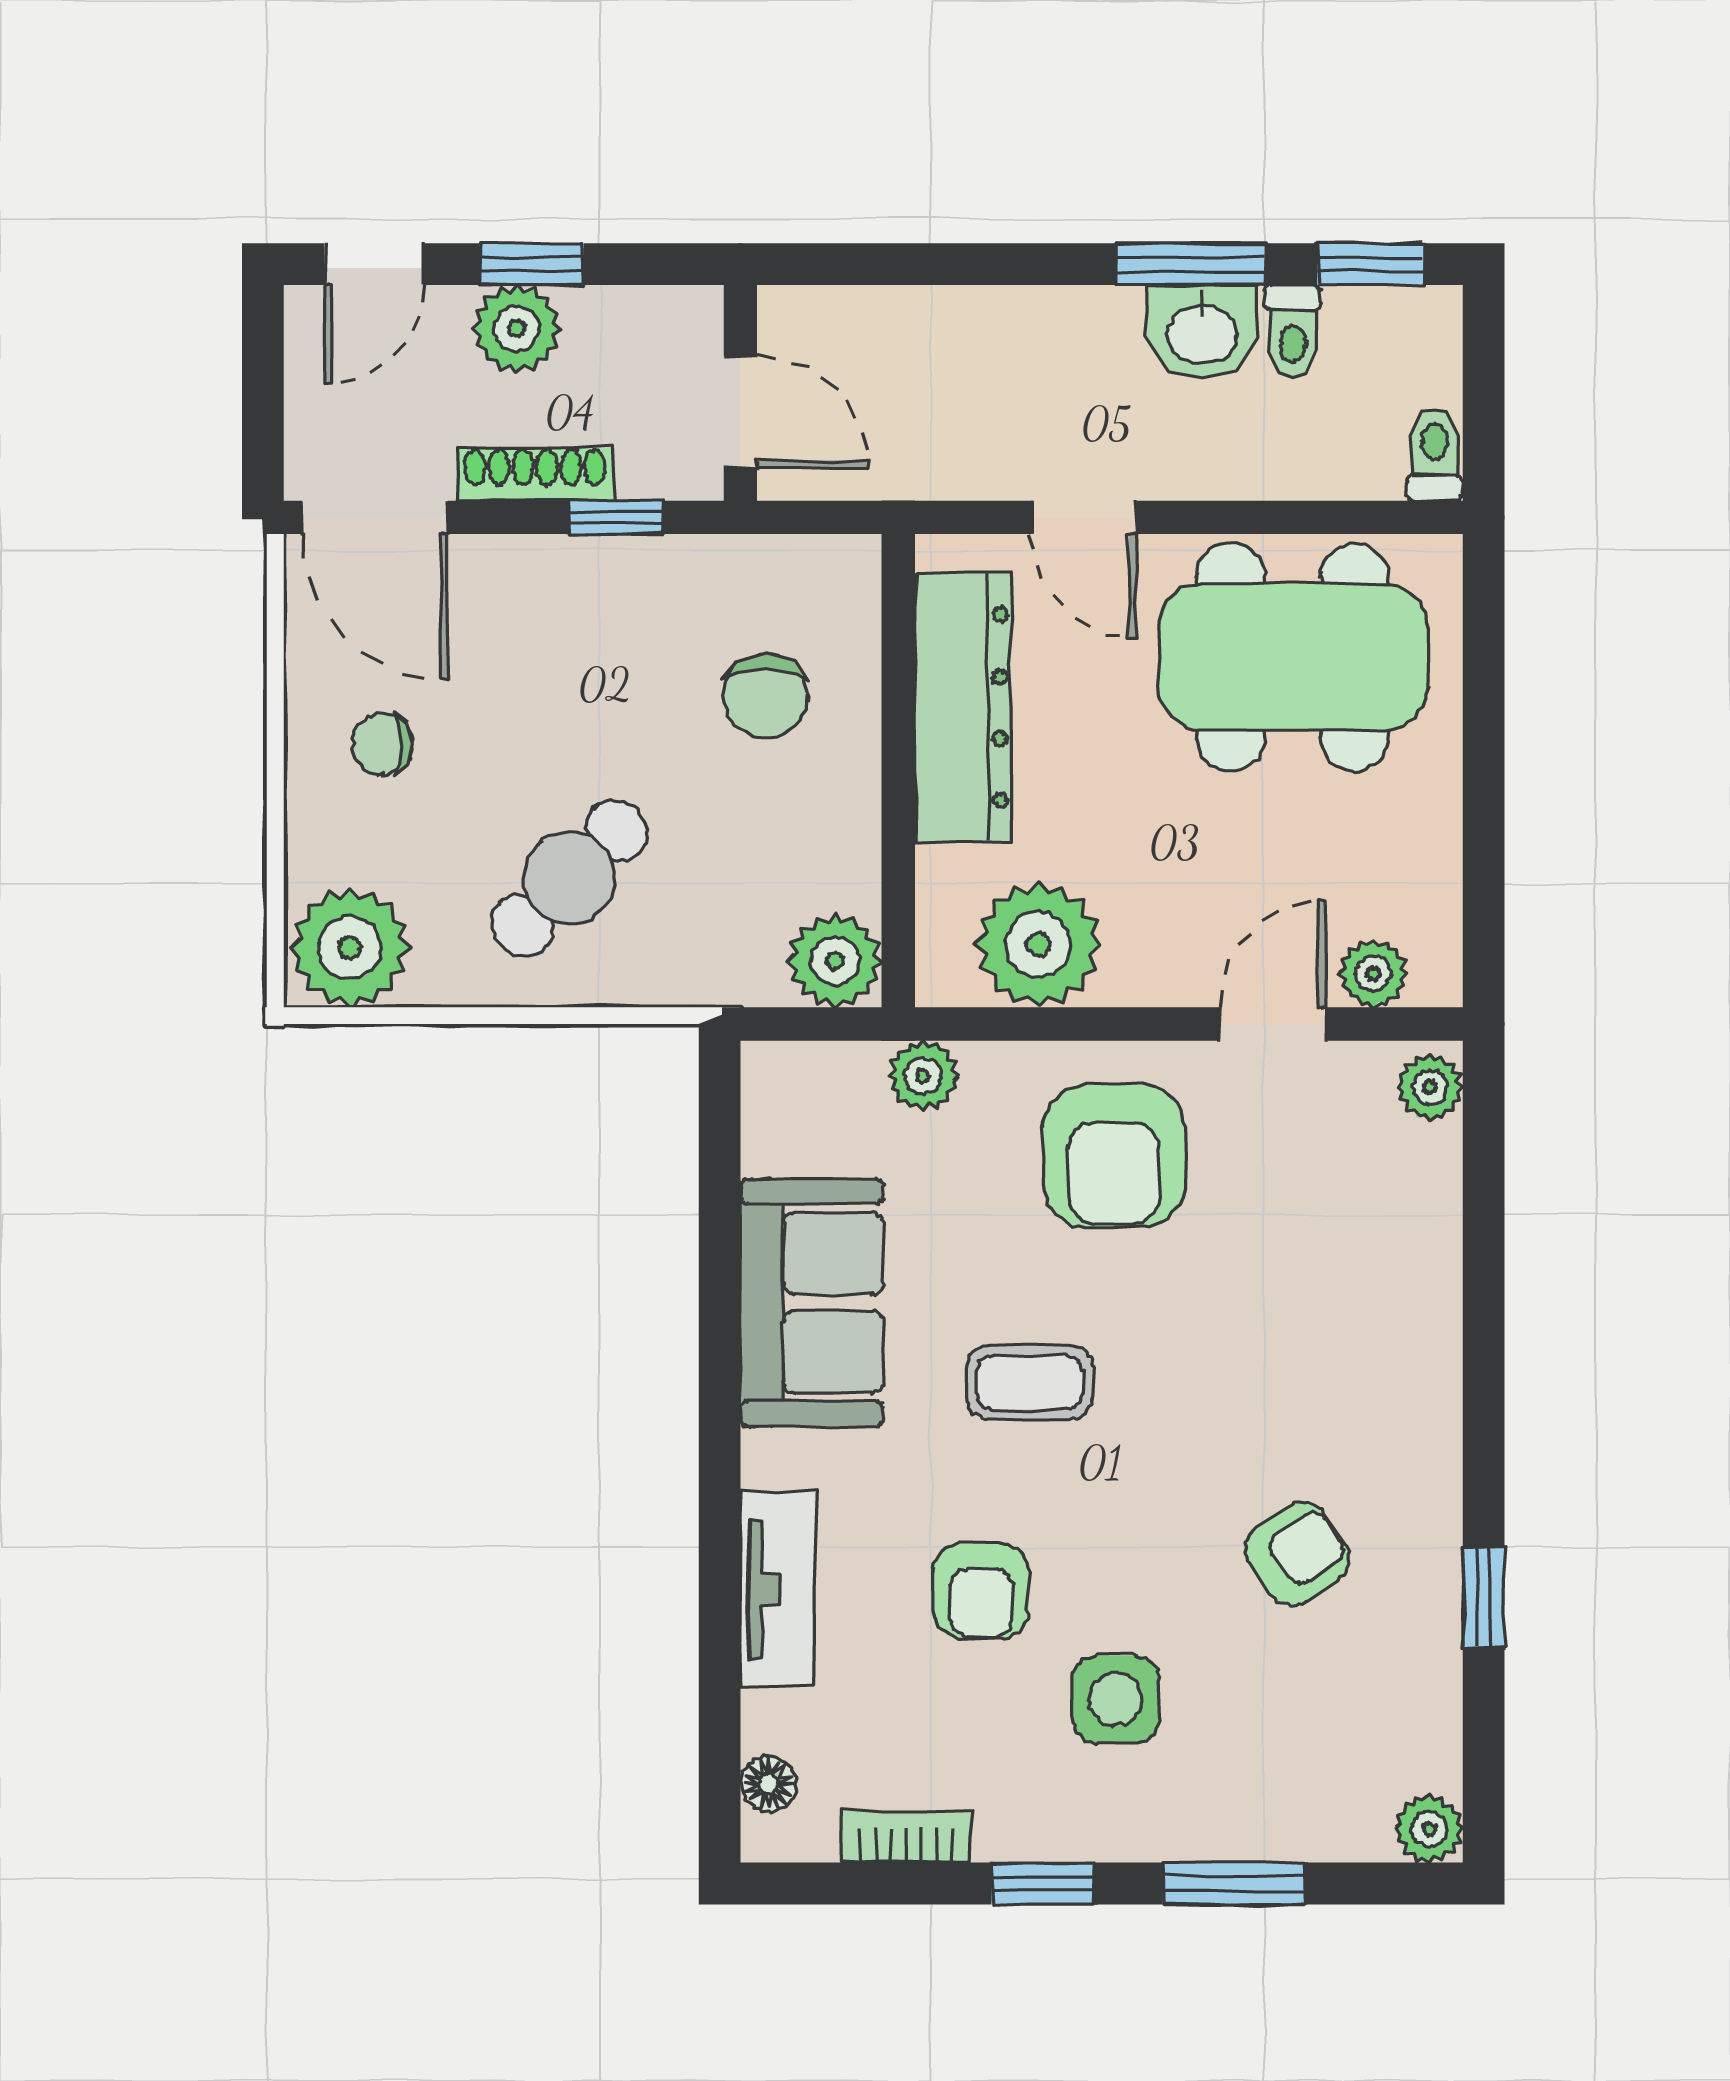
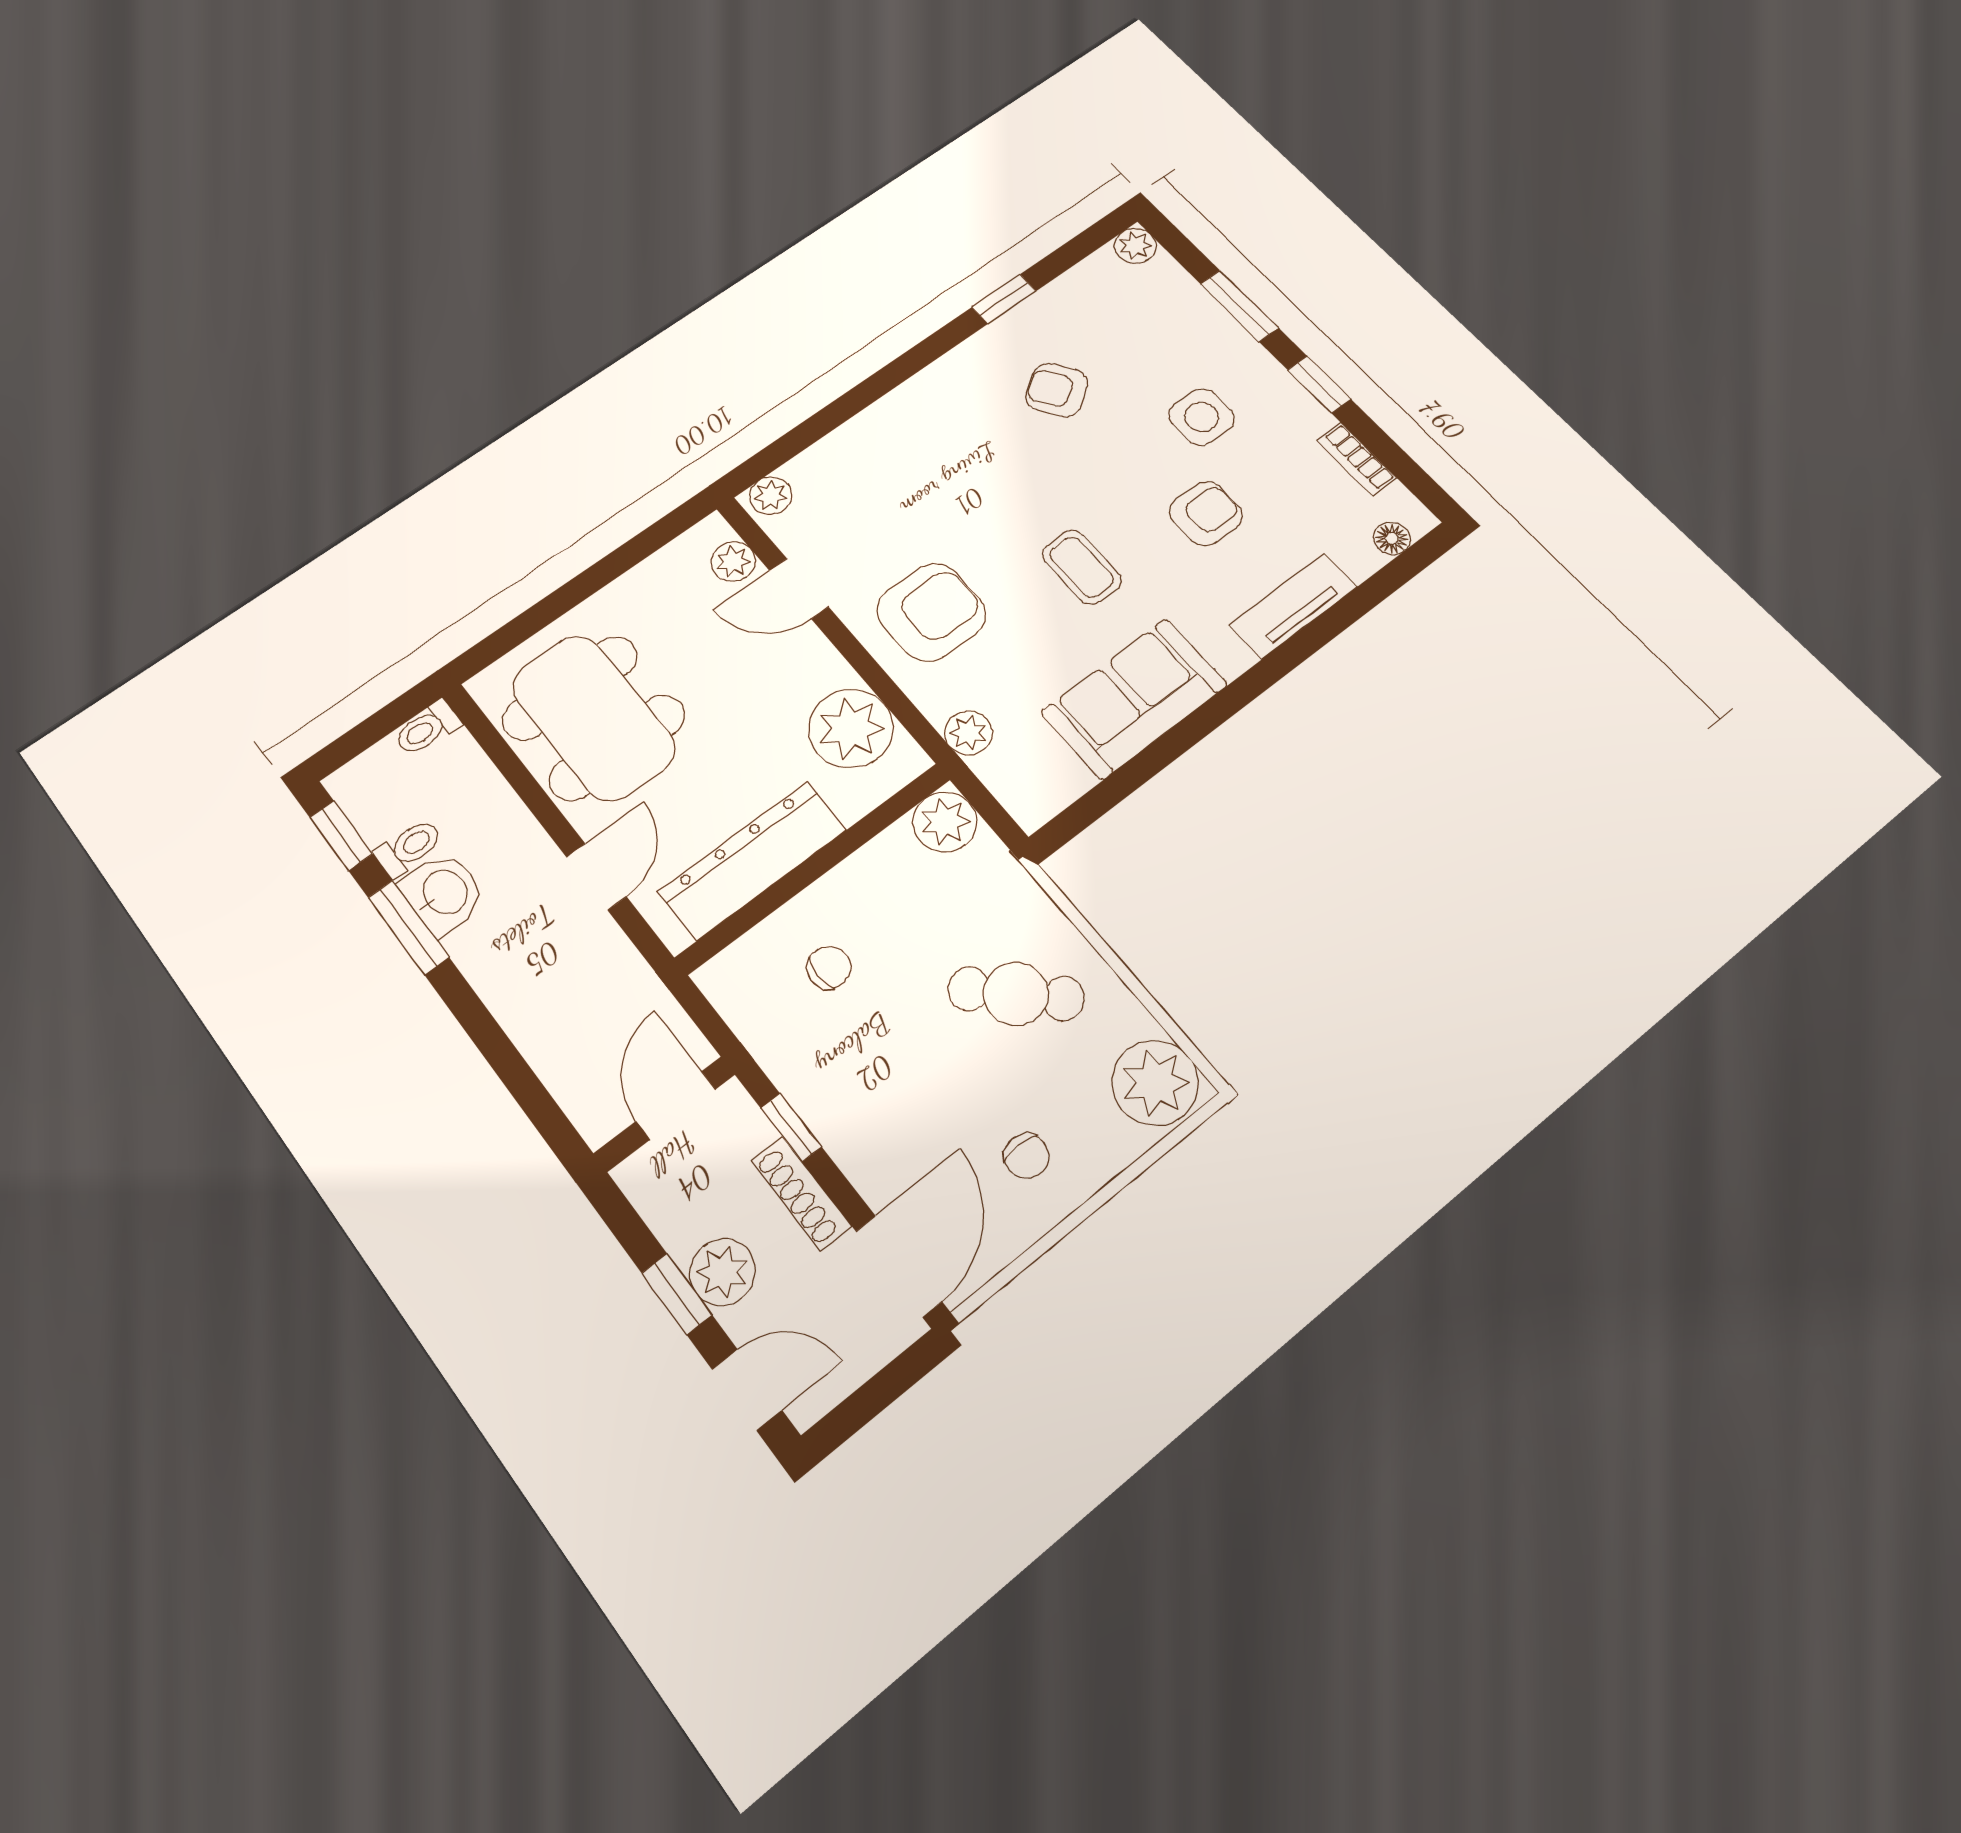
chair: (765, 696) -> (829, 968), width x0.73, depth x0.73

